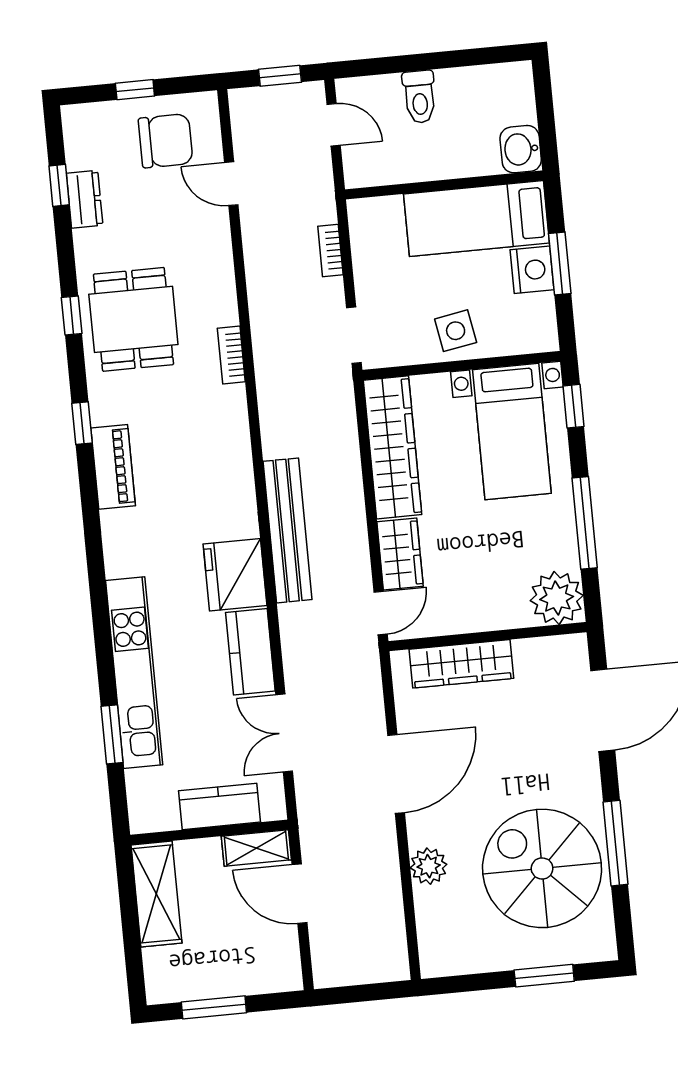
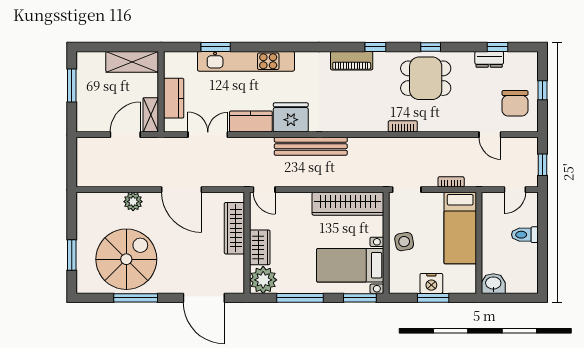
door: (231, 184) -> (490, 135), swing flipped
bed: (476, 219) -> (460, 228), moved, turned 180
window: (573, 406) -> (360, 298), width x1.50
wardrobe: (400, 554) -> (260, 247), moved, turned -90

